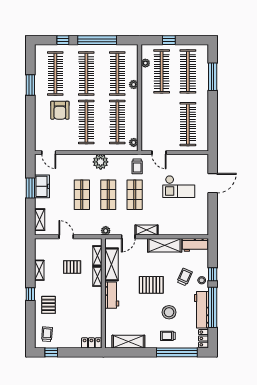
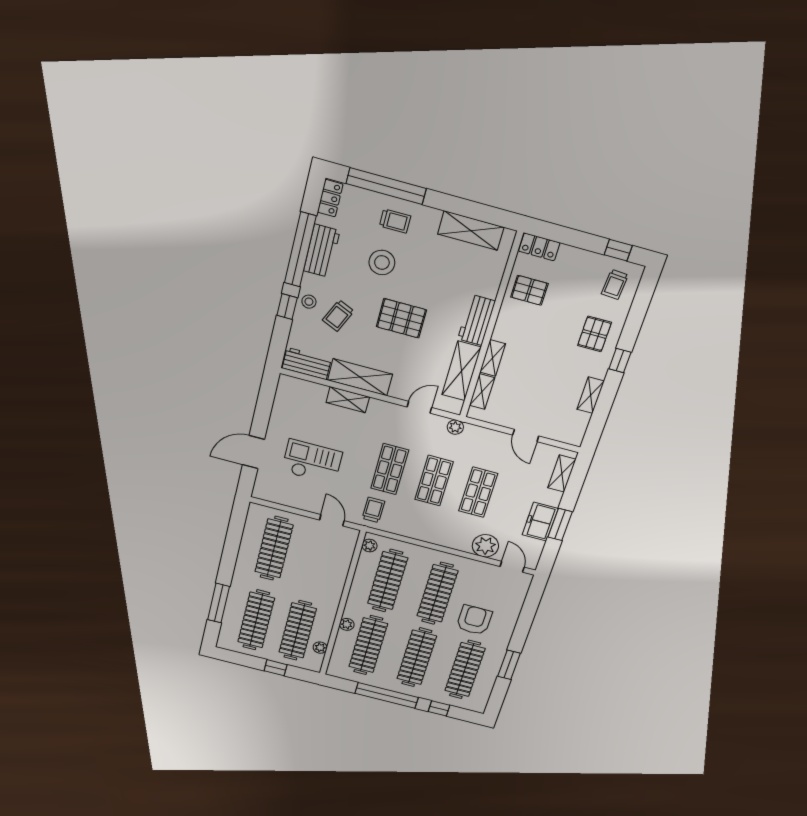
plant: (101, 162) -> (485, 546), moved
shelving: (147, 230) -> (348, 400), moved
pallet: (72, 267) -> (529, 290), moved
workbench: (201, 310) -> (322, 251), width x0.73

